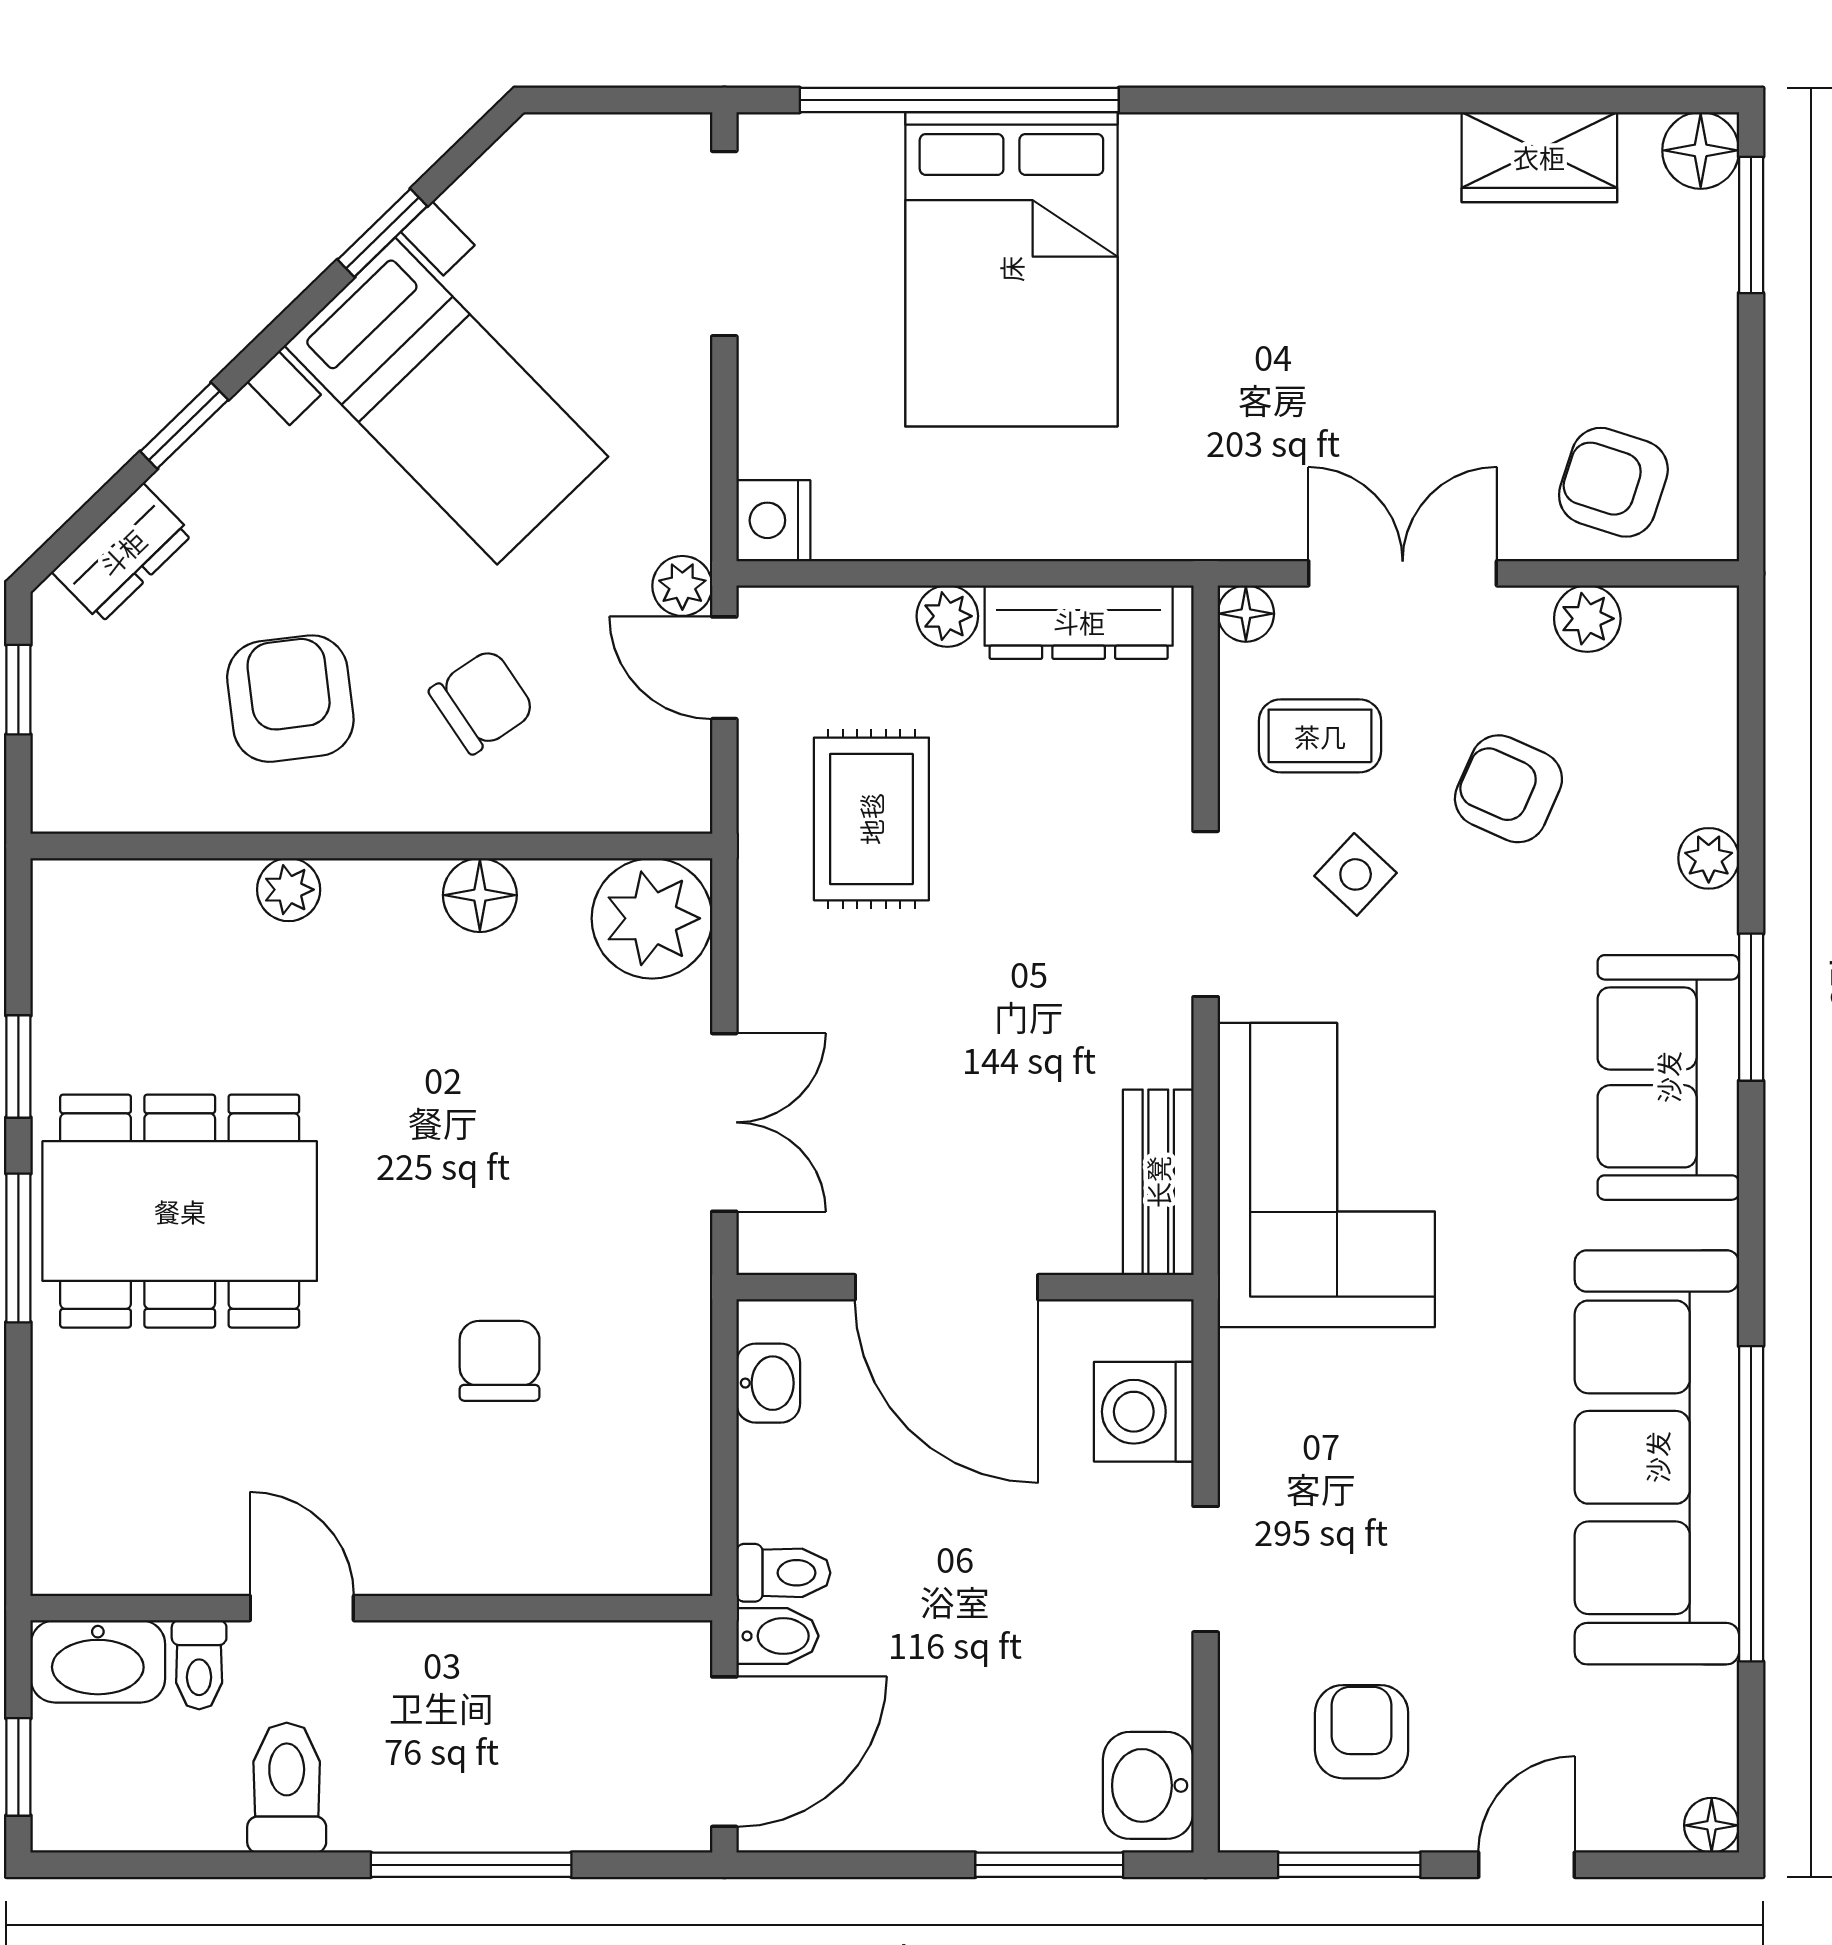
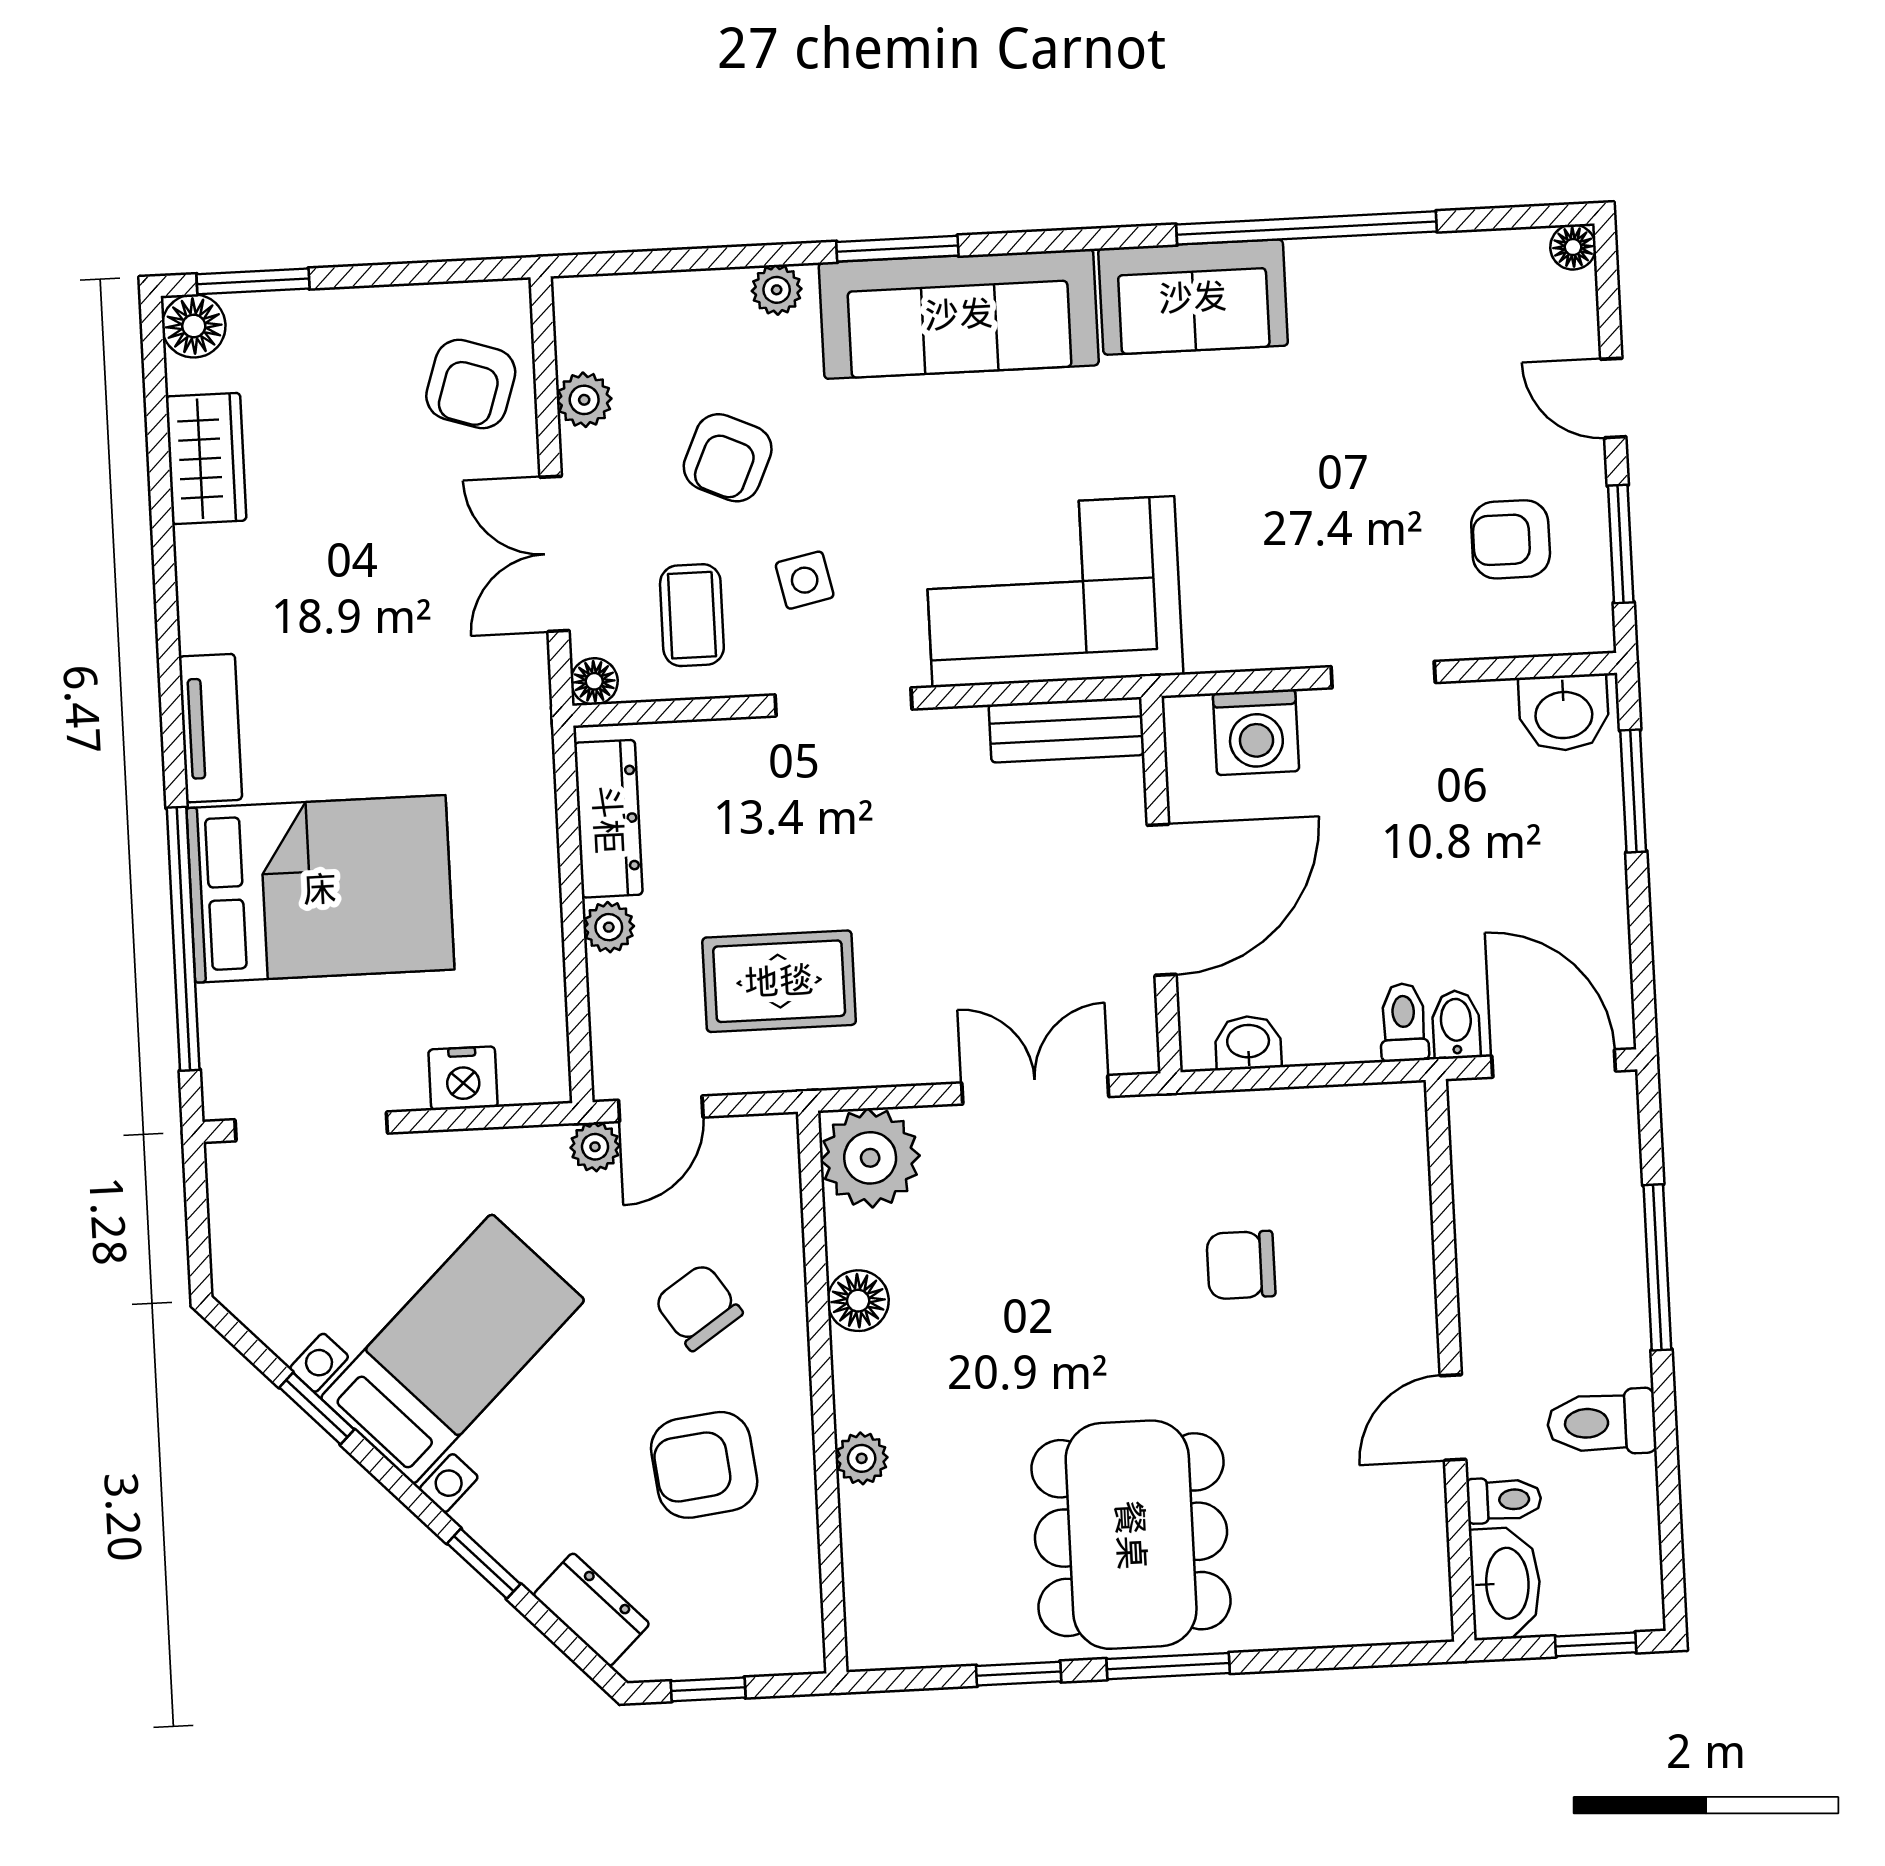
tv unit: (1213, 146) -> (210, 728), added
nightstand: (773, 520) -> (463, 1078), moved
side table: (1356, 874) -> (805, 580), turned 35
sofa: (1668, 1077) -> (959, 314), width x1.36
sofa: (1657, 1457) -> (1193, 297), width x0.54, depth x0.79

